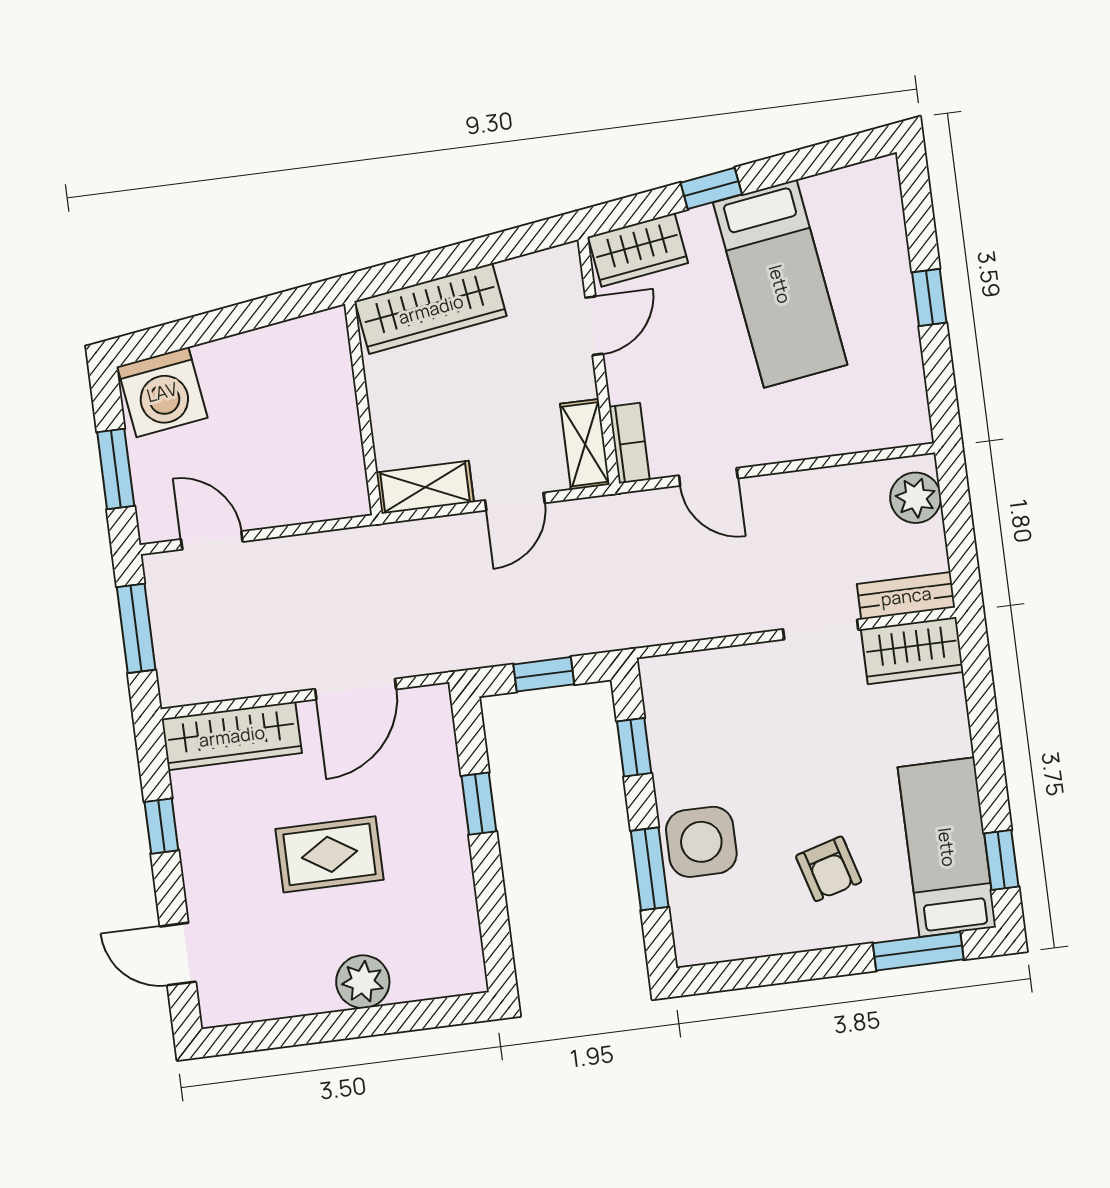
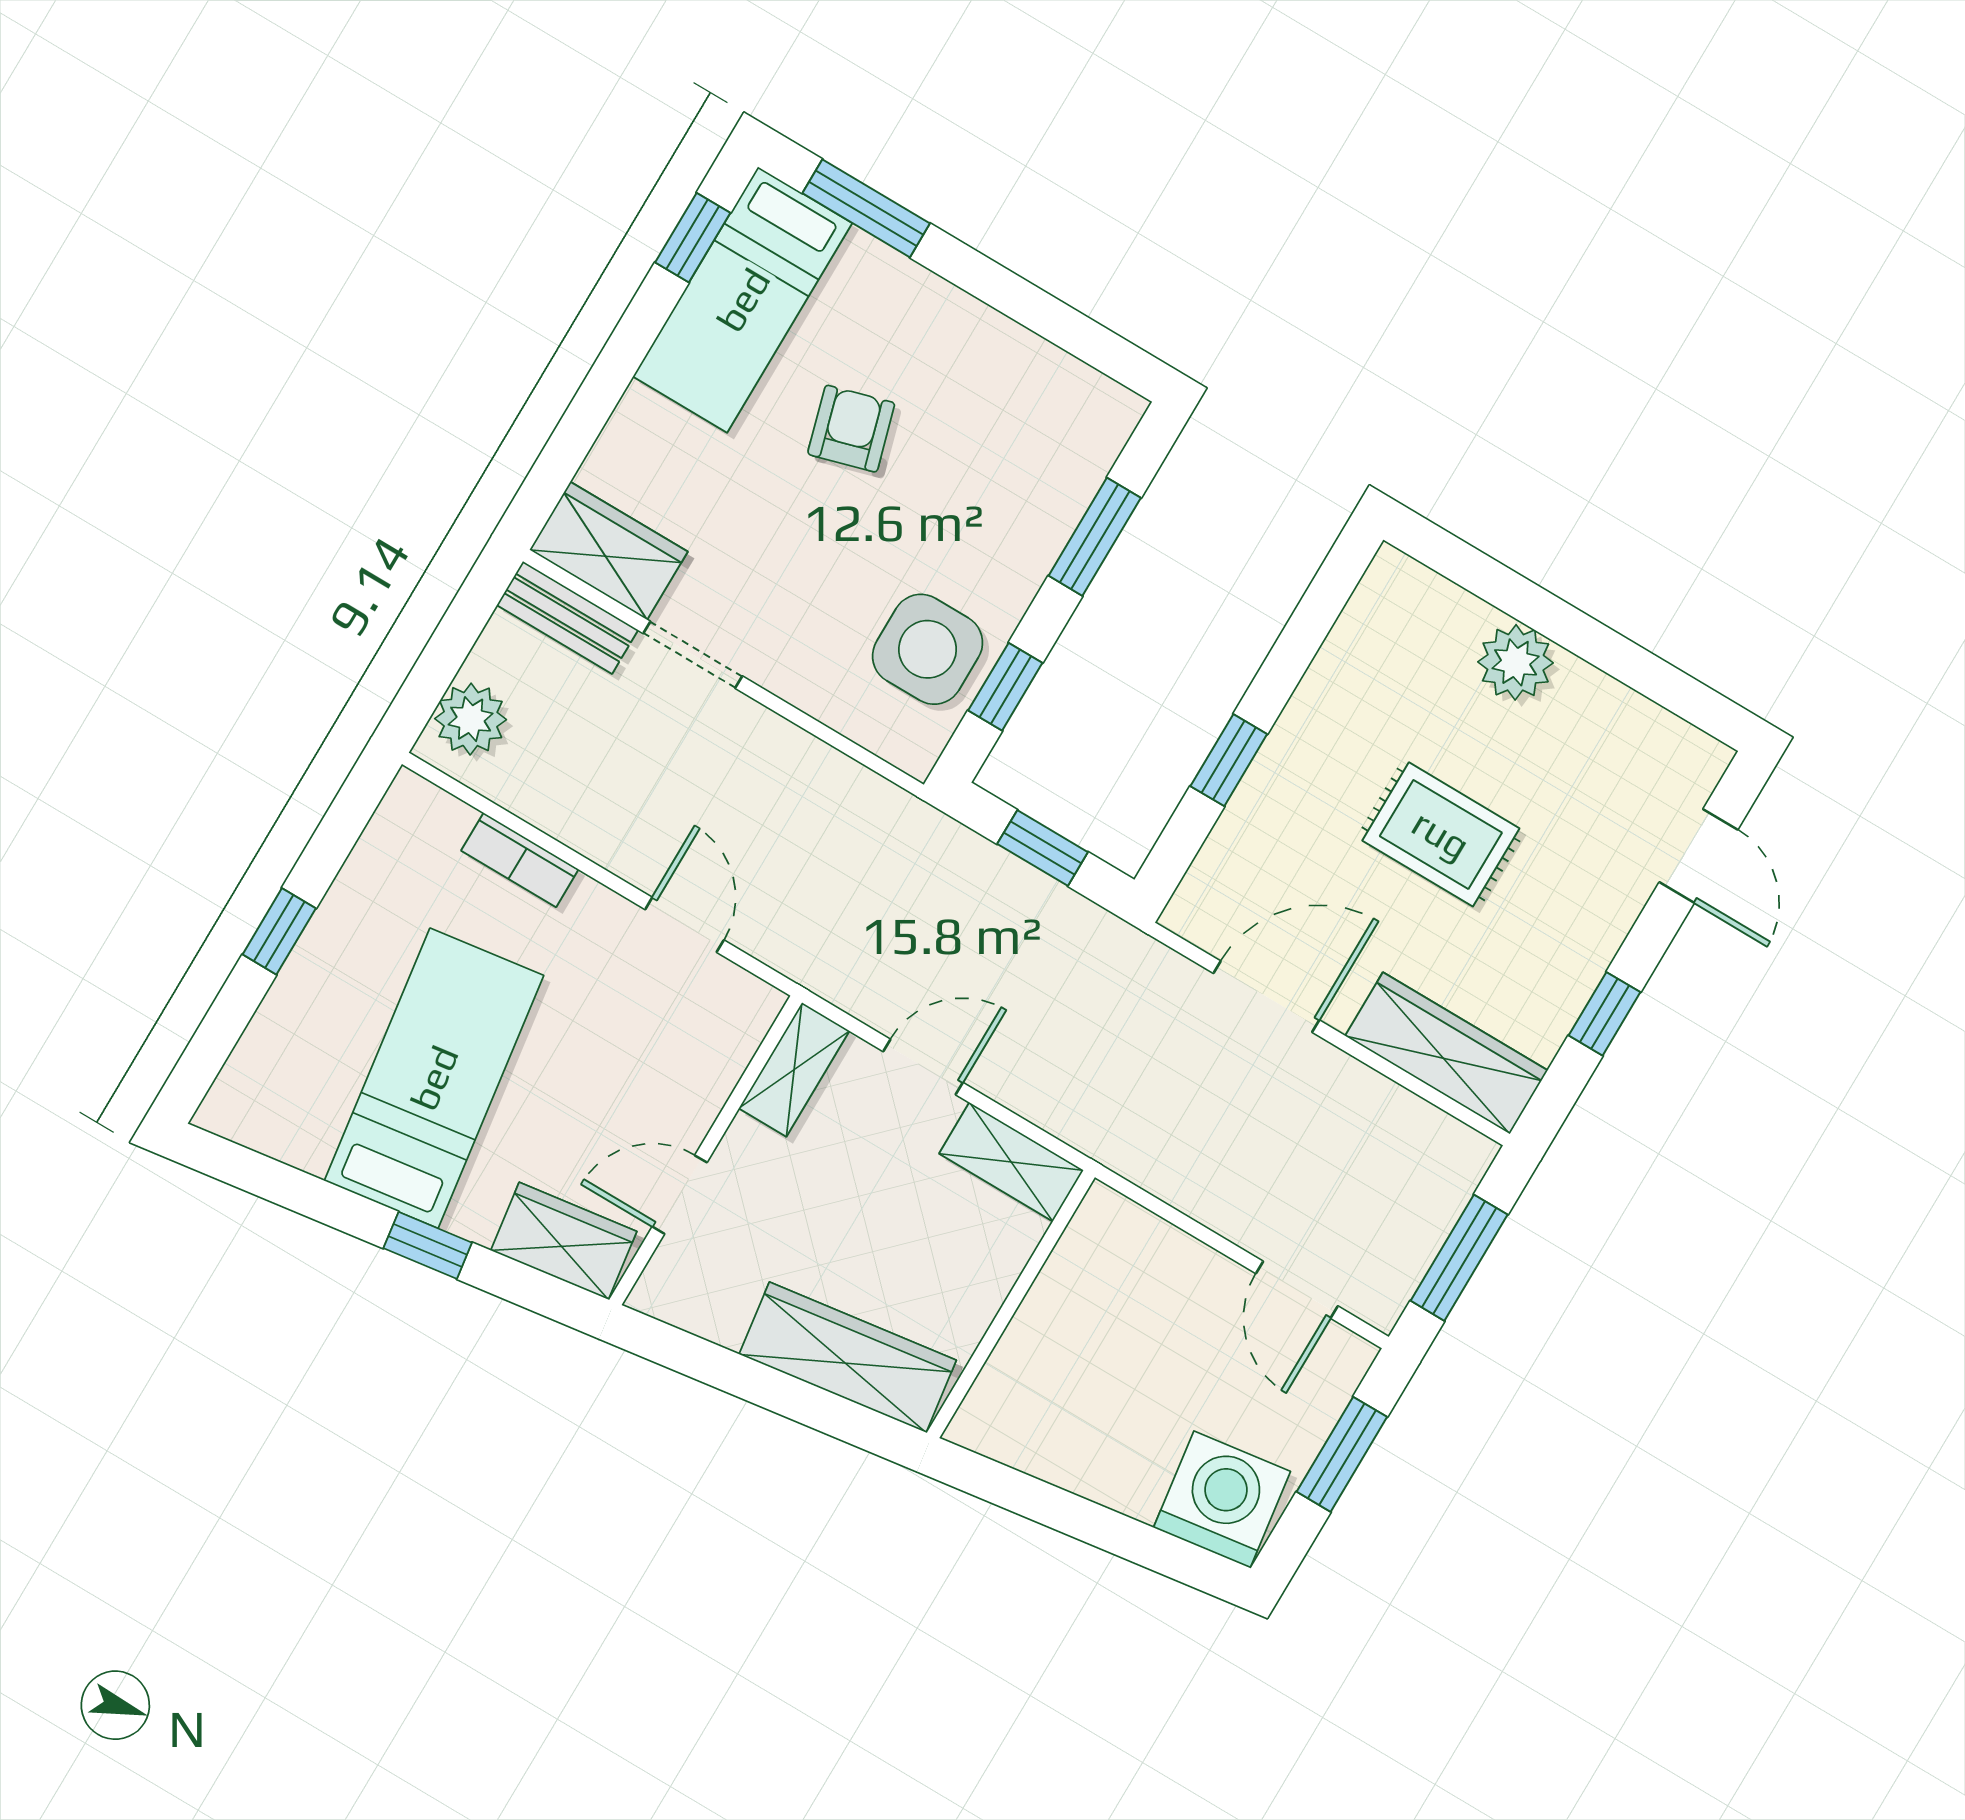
bookcase: (629, 443) -> (520, 860), moved, turned -90
side table: (701, 842) -> (928, 649), moved
armchair: (829, 869) -> (851, 429), moved

